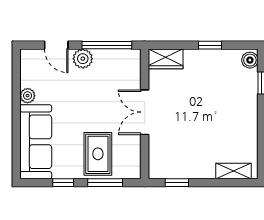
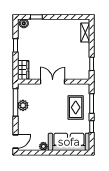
door: (56, 45) -> (15, 141), moved
plant: (83, 59) -> (23, 105), moved
double door: (145, 112) -> (53, 82), swing flipped
rug: (98, 154) -> (76, 107), turned 90

